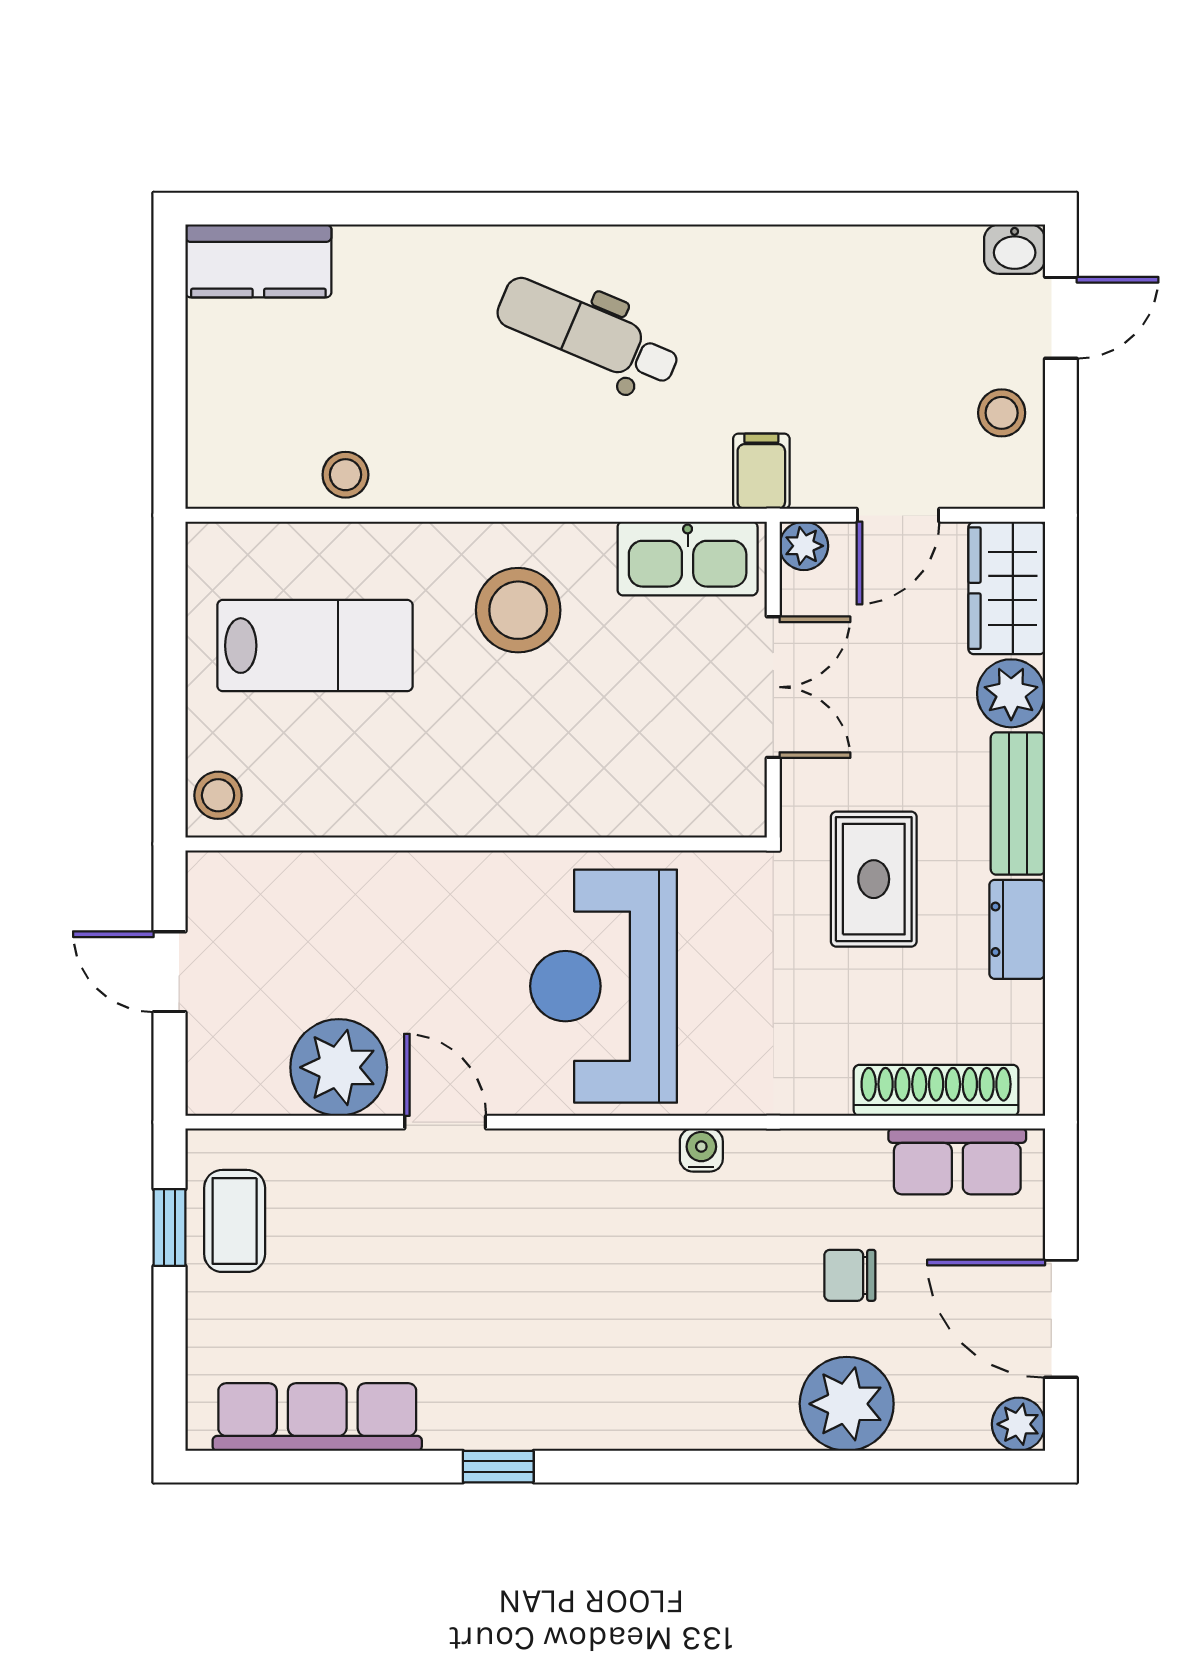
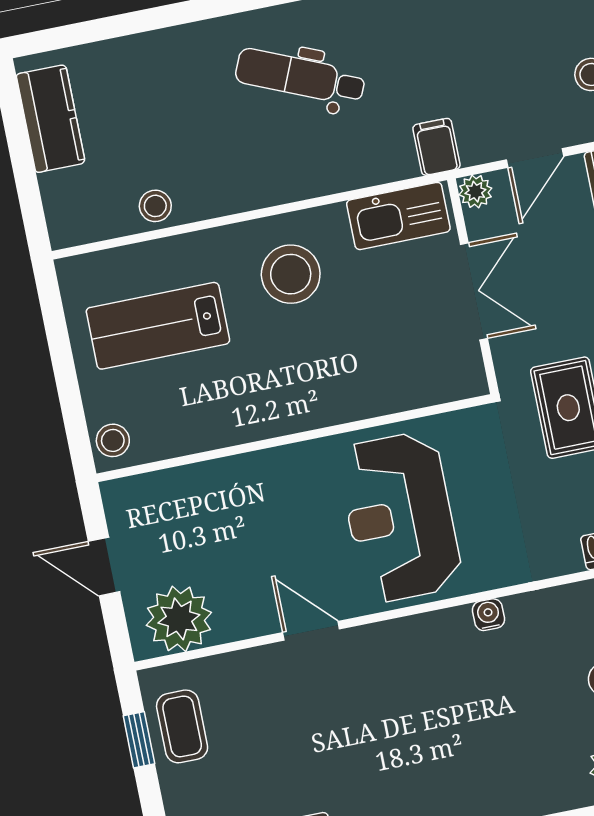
kitchen counter: (258, 261) -> (51, 119), moved, turned -90
lab bench: (315, 646) -> (158, 326), turned 180
plant: (339, 1067) -> (179, 619), moved

